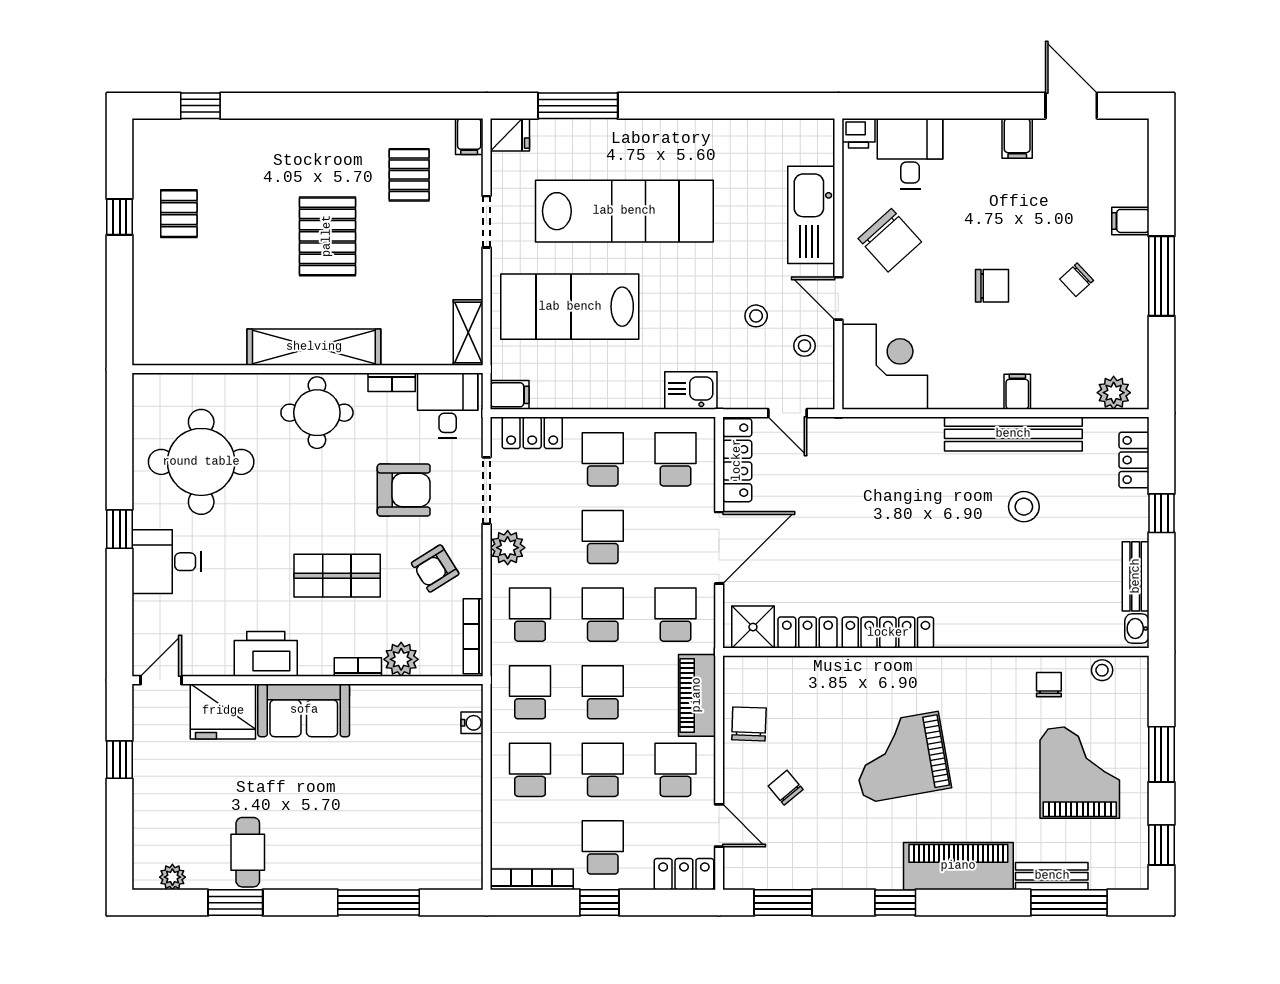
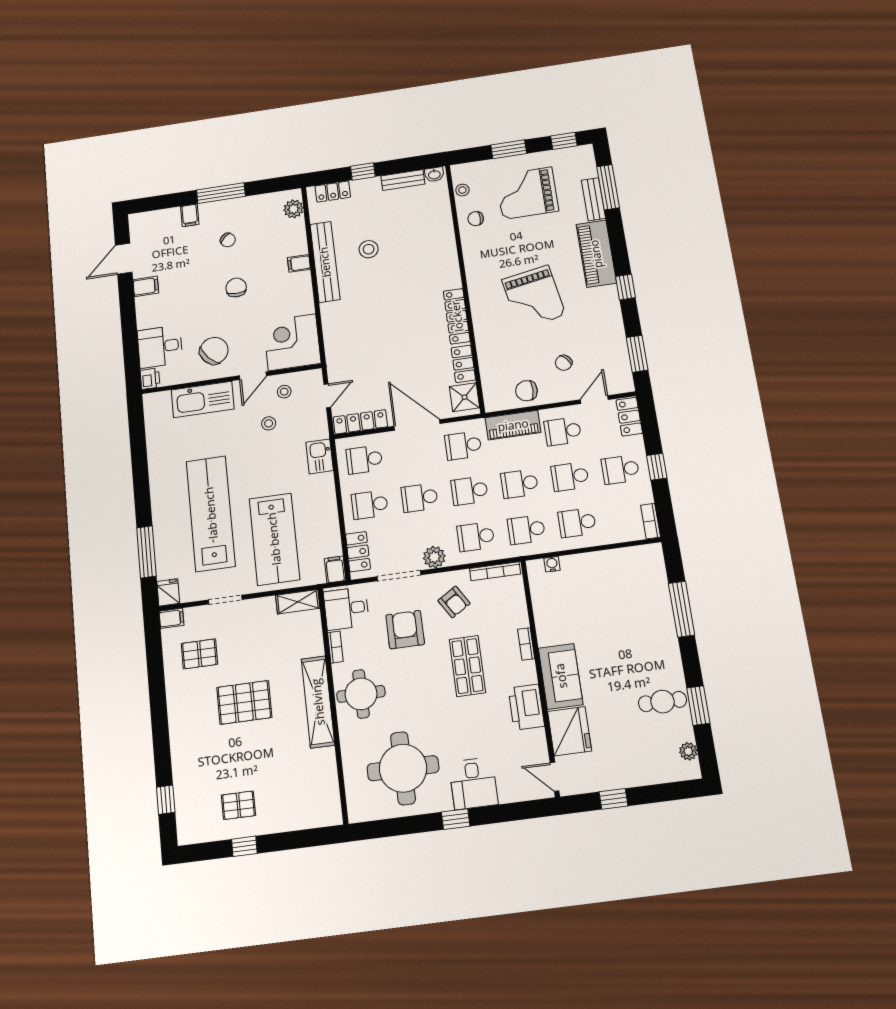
plant: (401, 659) -> (517, 616), removed
bookcase: (532, 879) -> (651, 521), width x0.64

